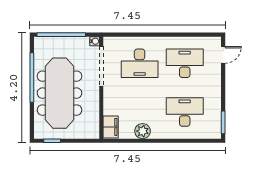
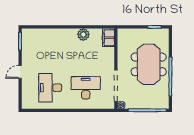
door: (223, 55) -> (20, 72), moved
desk: (185, 63) -> (50, 88), turned 90
meeting table: (59, 93) -> (149, 64), width x0.73
desk: (185, 112) -> (50, 49), removed

